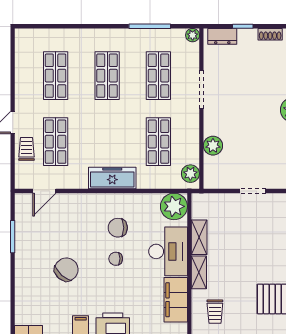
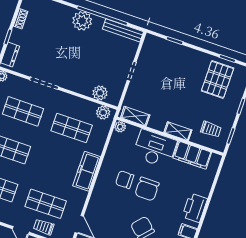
plant: (213, 146) -> (100, 93), moved
plant: (174, 206) -> (120, 127), width x0.53, depth x0.53
chair: (118, 228) -> (125, 180), turned 90
shelving: (199, 237) -> (135, 116), moved
chair: (116, 259) -> (147, 189), width x1.87, depth x1.87

